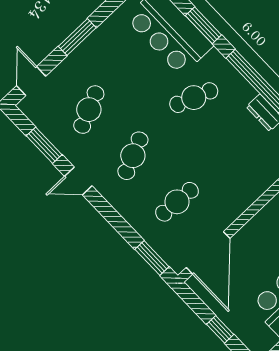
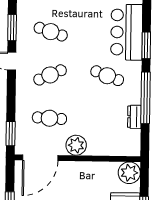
cafe table: (89, 110) -> (51, 32), turned 42
plant: (233, 203) -> (76, 145), added

